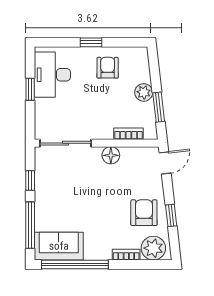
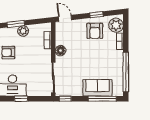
window: (159, 107) -> (16, 24), moved
window: (30, 181) -> (65, 99), moved
armchair: (144, 213) -> (95, 31), turned -90
sofa: (59, 246) -> (97, 88), moved, turned 90

